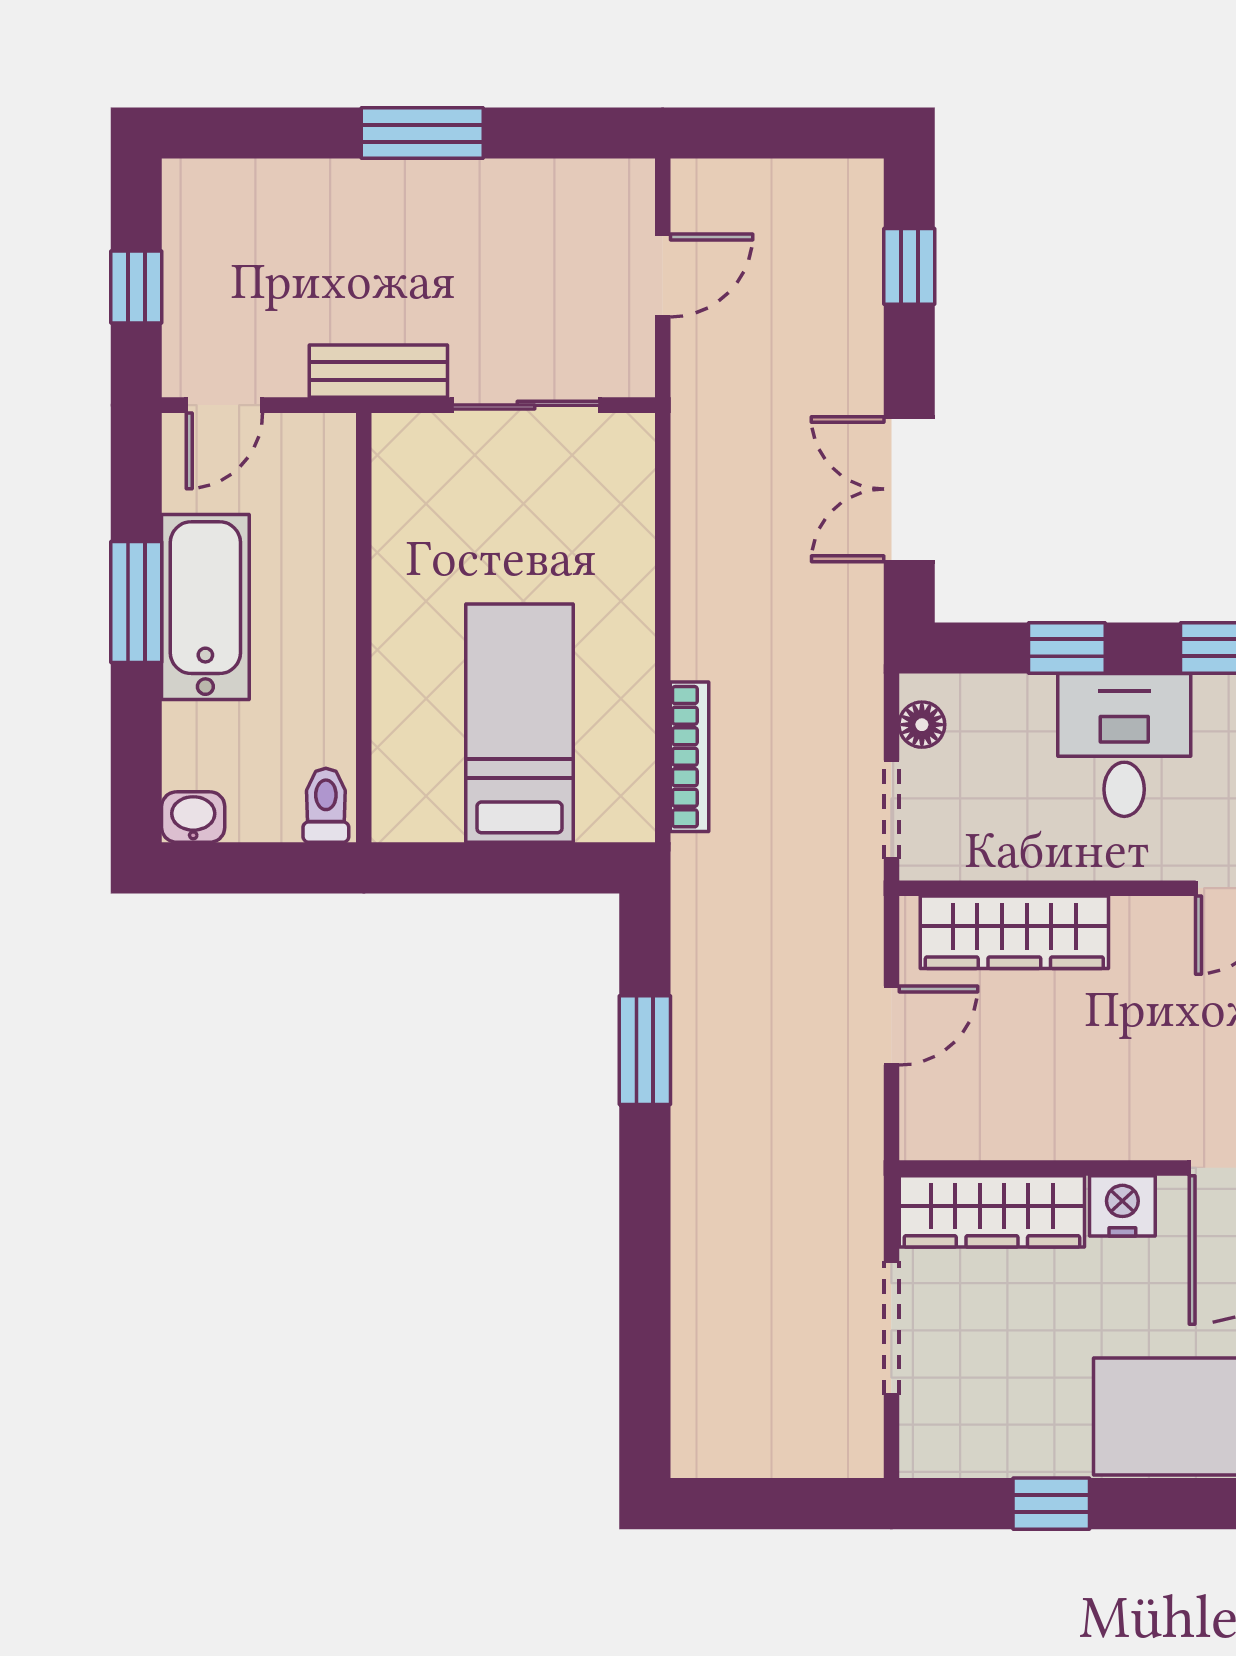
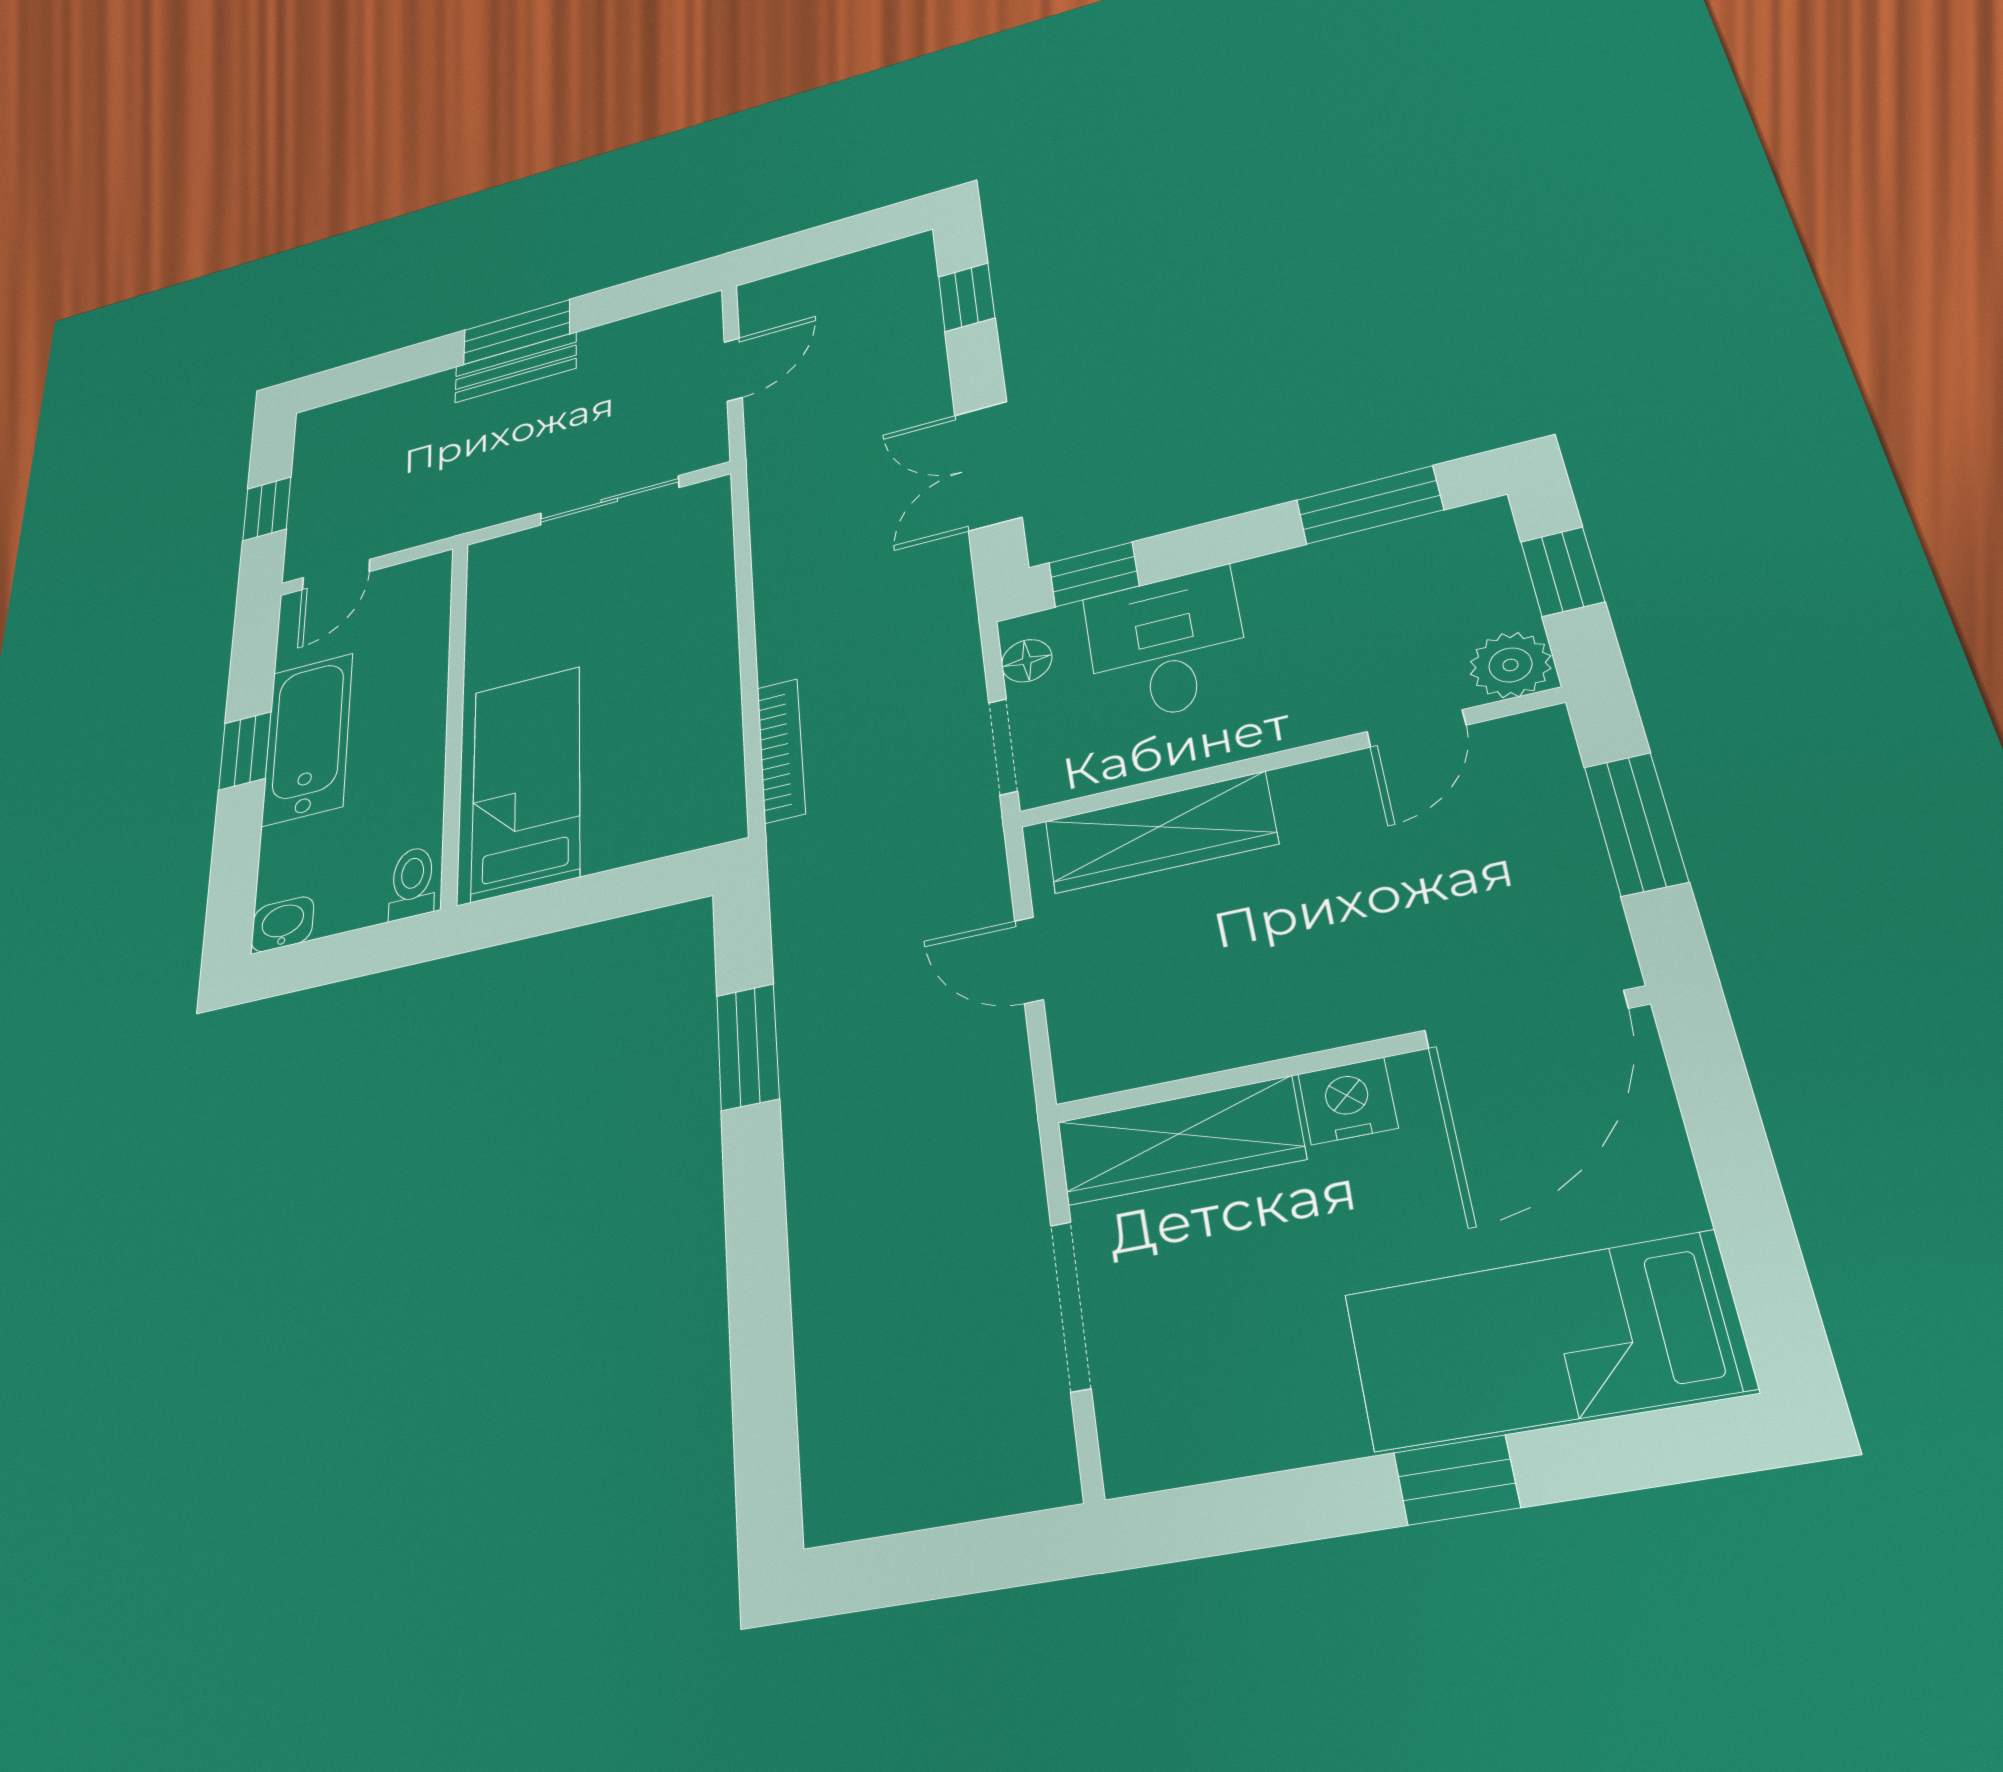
bench: (378, 371) -> (516, 367), moved
window: (136, 602) -> (245, 751), width x0.67
window: (1067, 648) -> (1094, 574), moved
bed: (519, 723) -> (526, 782), moved
desk: (1124, 745) -> (1167, 646), moved
door: (891, 1026) -> (1029, 960), swing flipped
window: (1051, 1504) -> (1457, 1480), moved

